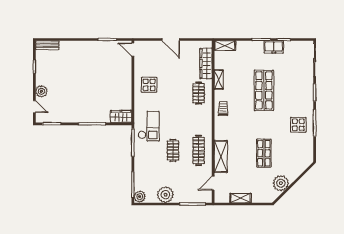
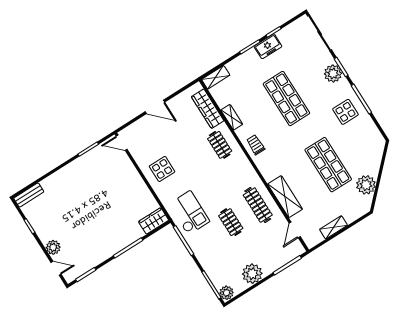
plant: (306, 93) -> (333, 74), added
shop shelf: (264, 153) -> (328, 165), width x1.43, depth x1.36

